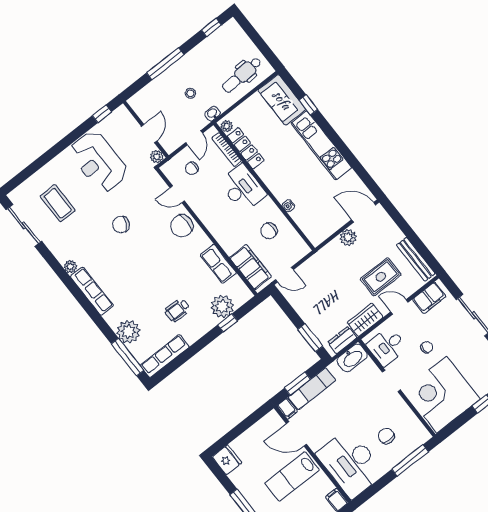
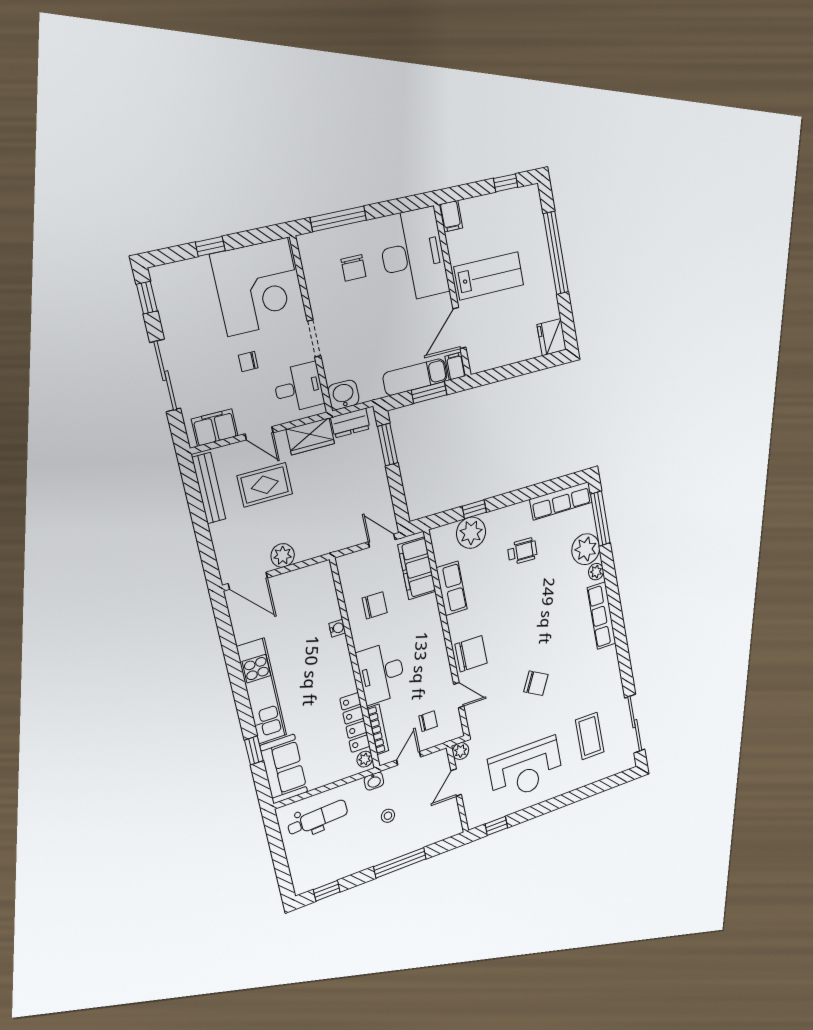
reception desk: (98, 162) -> (526, 769), turned 90
plant: (70, 267) -> (596, 572), moved
washbasin: (352, 358) -> (343, 395), width x0.72
door: (296, 434) -> (459, 328), swing flipped

